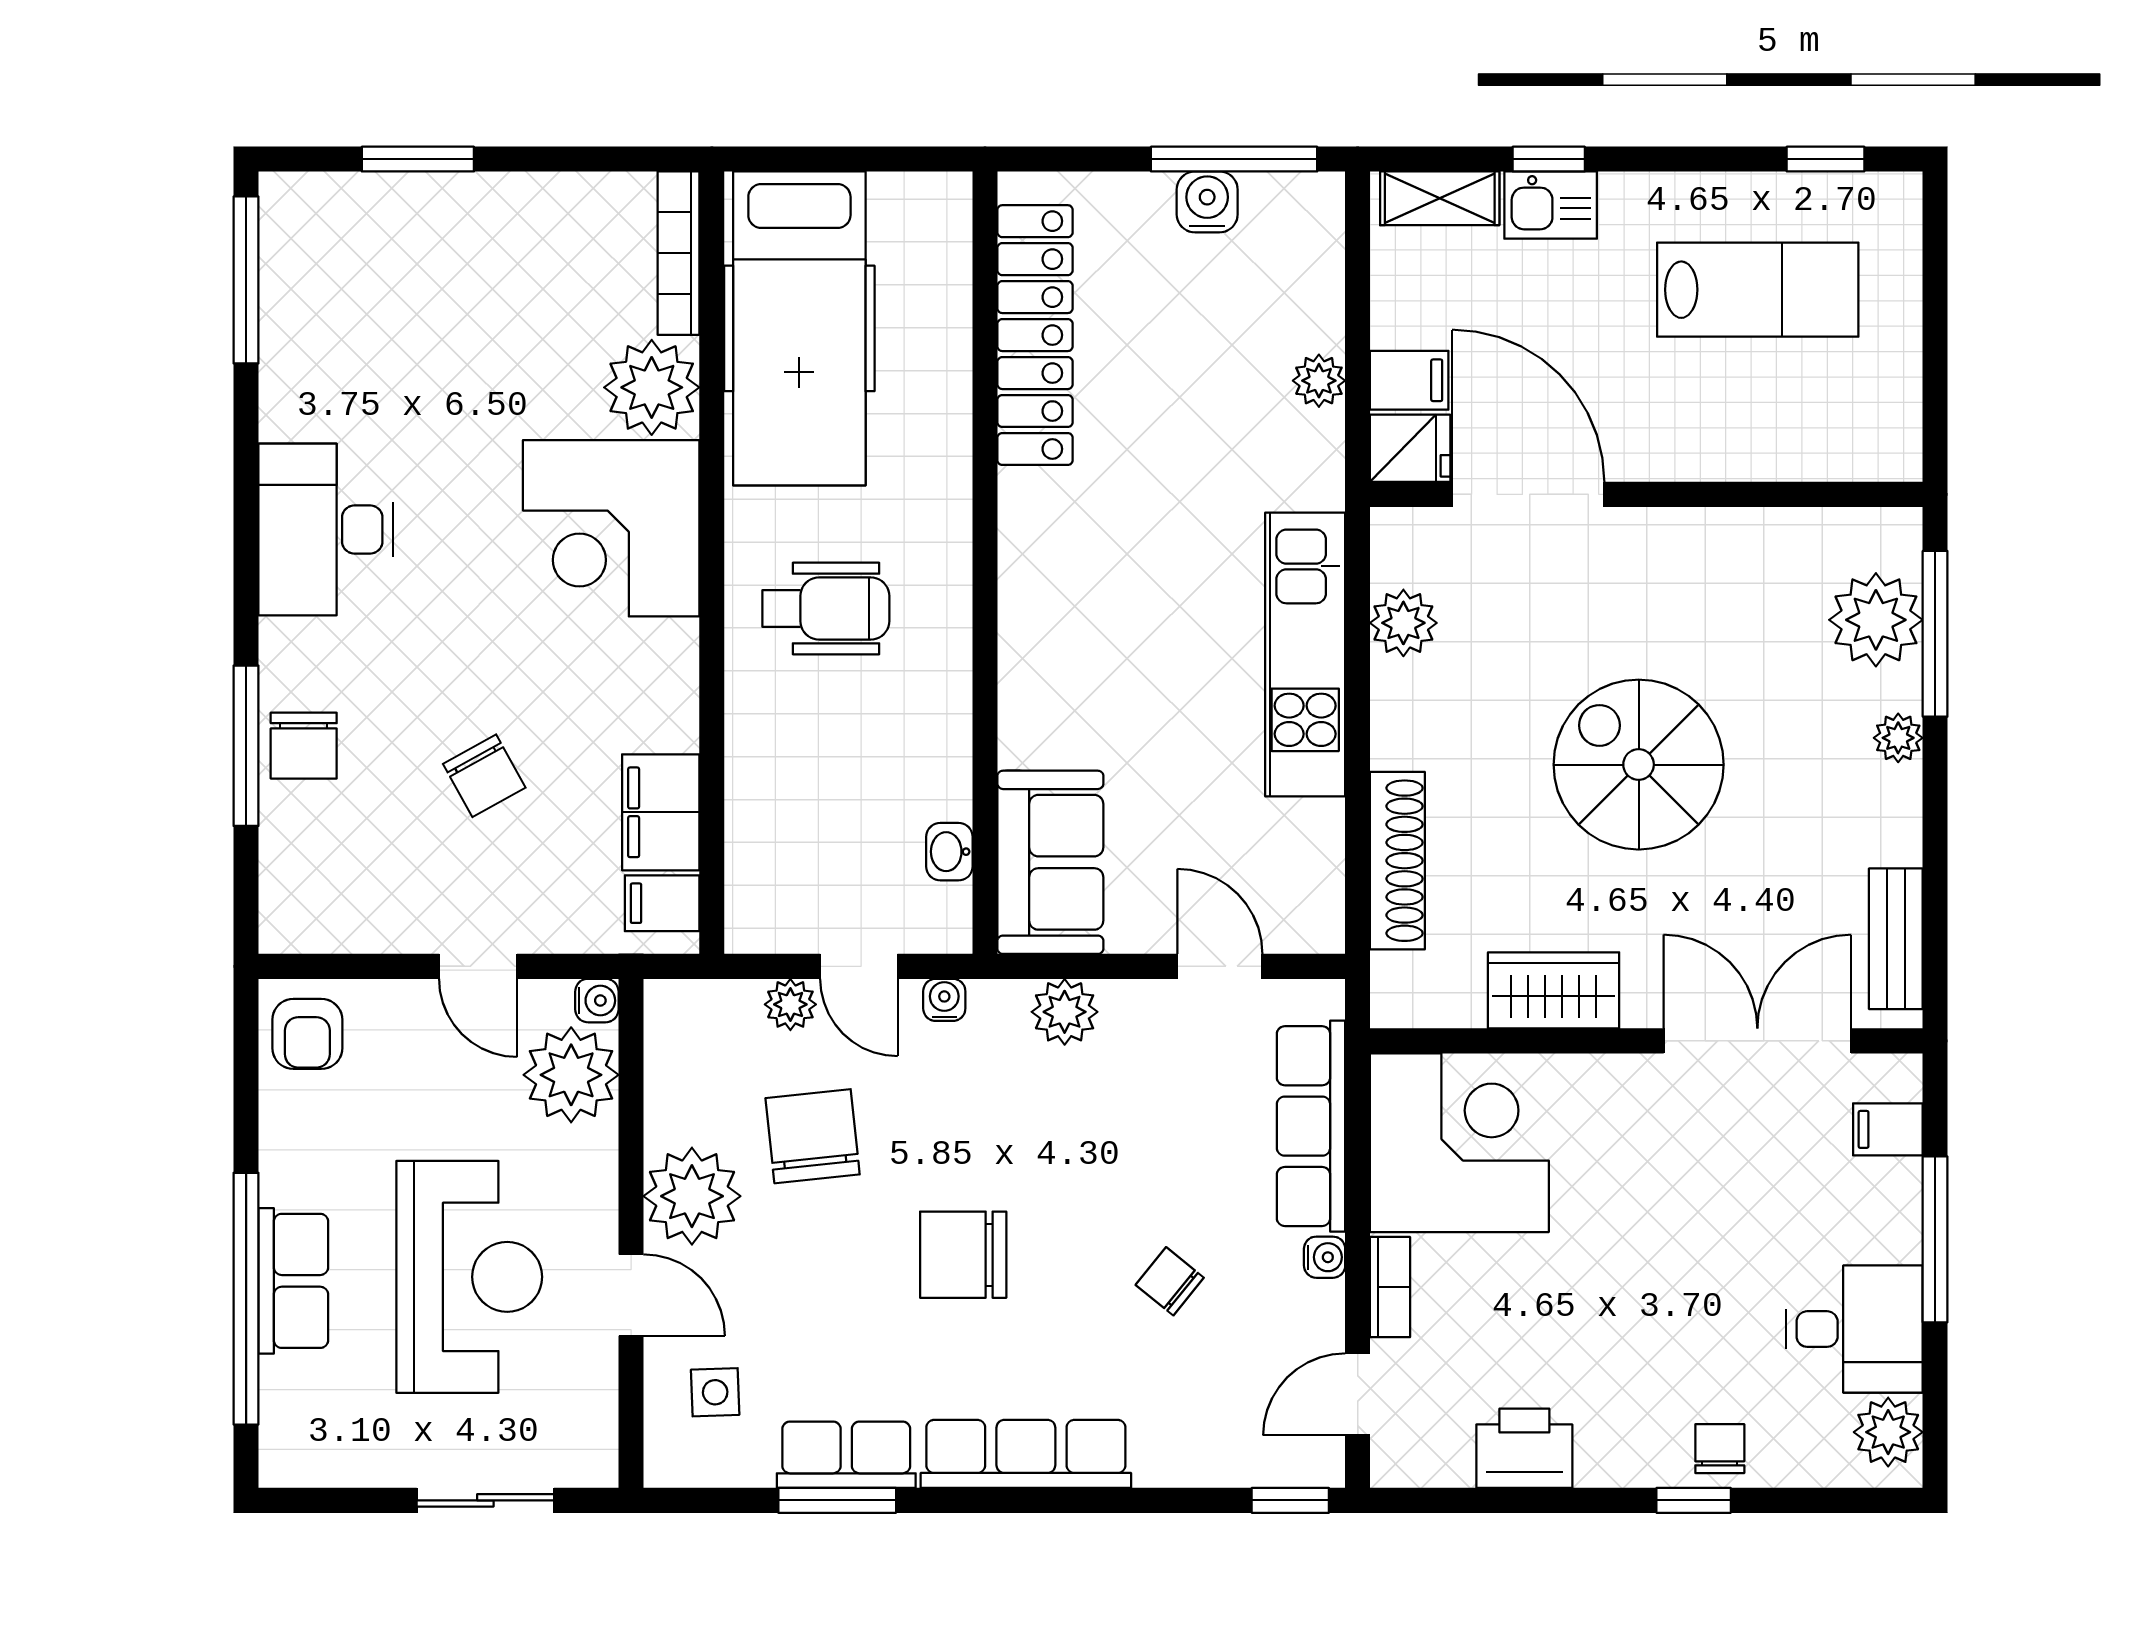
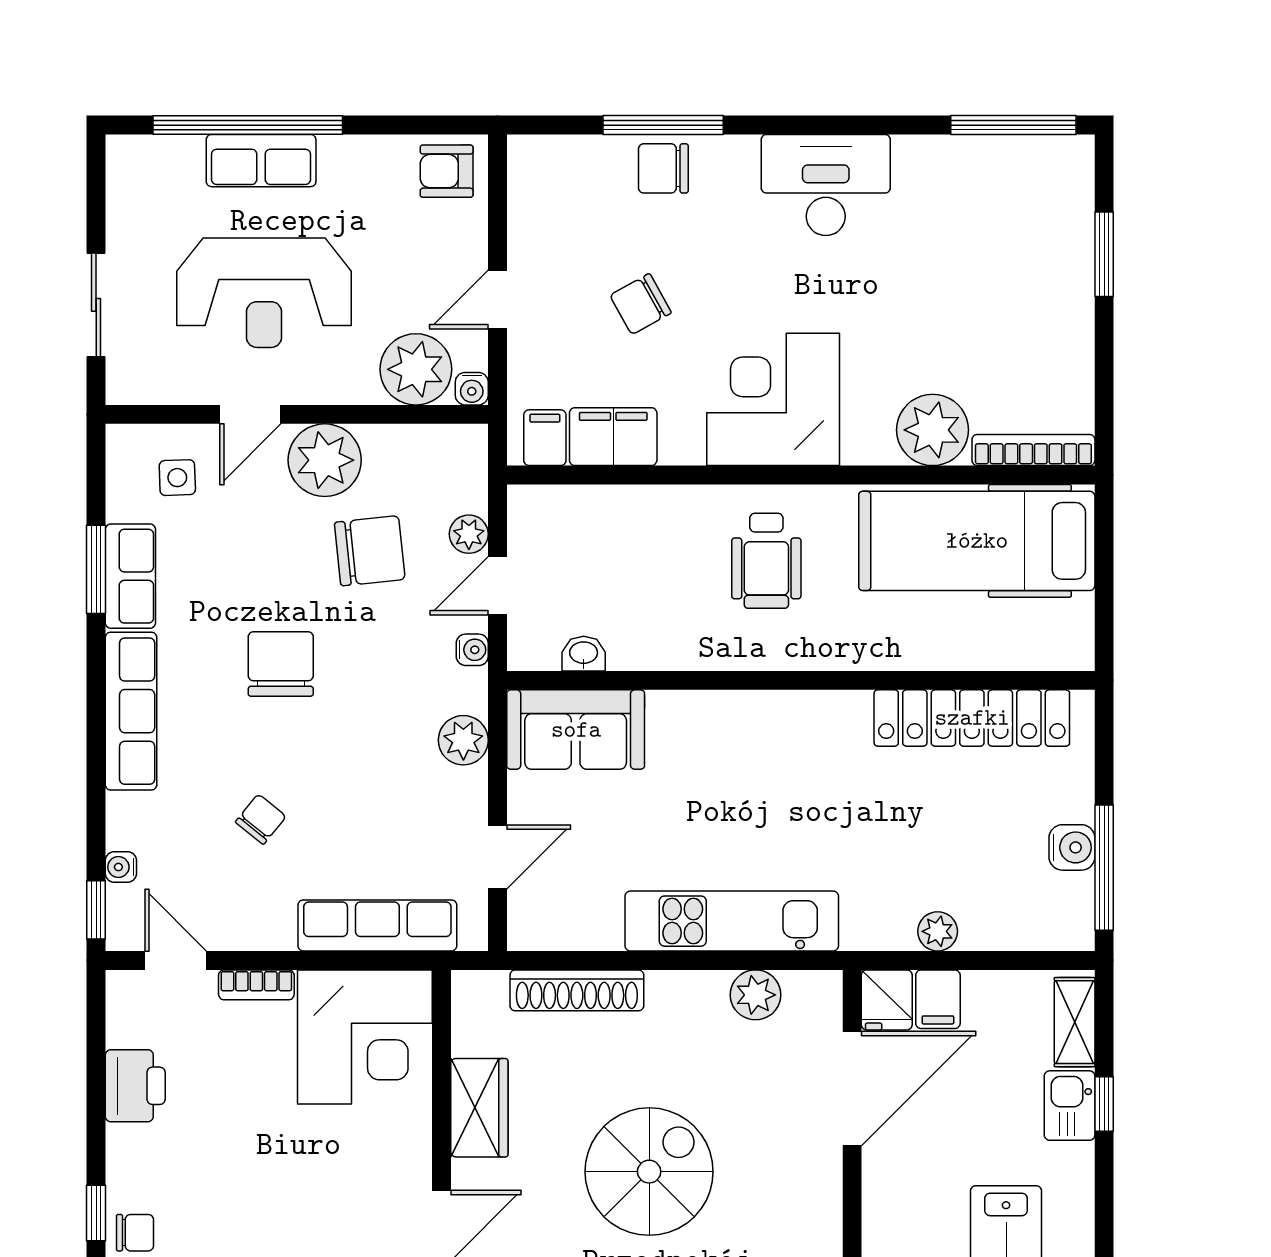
corner desk: (611, 528) -> (773, 399), moved
water cooler: (1325, 1257) -> (121, 867), moved, turned 90

